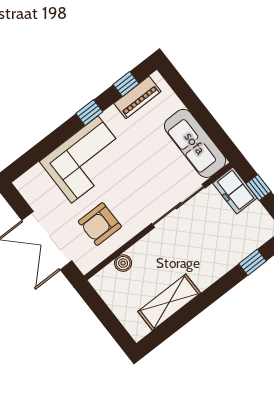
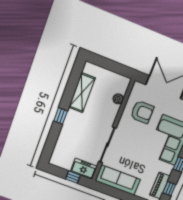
armchair: (100, 224) -> (142, 112), turned 90
window: (253, 262) -> (61, 116), moved

